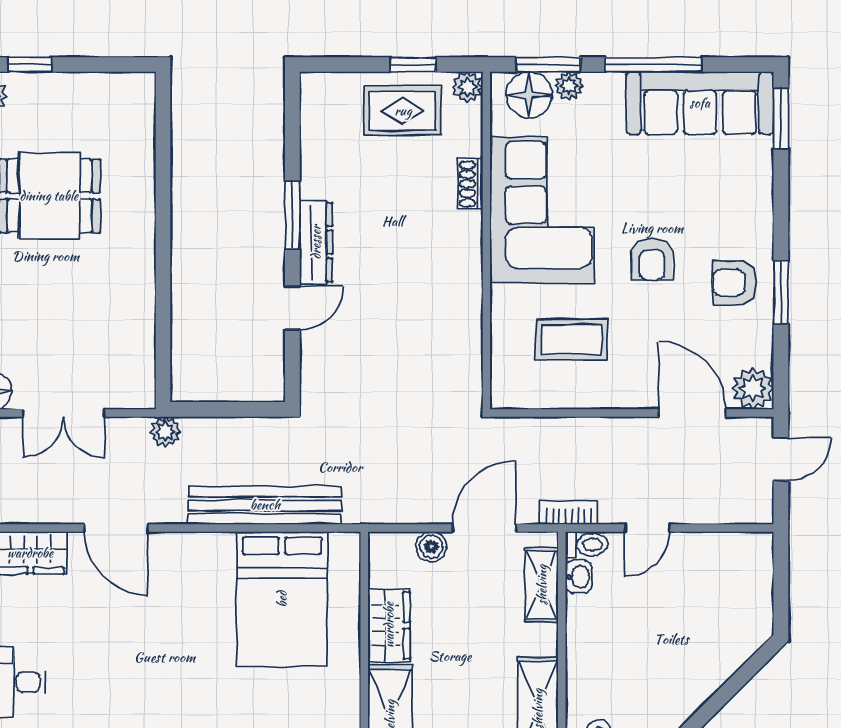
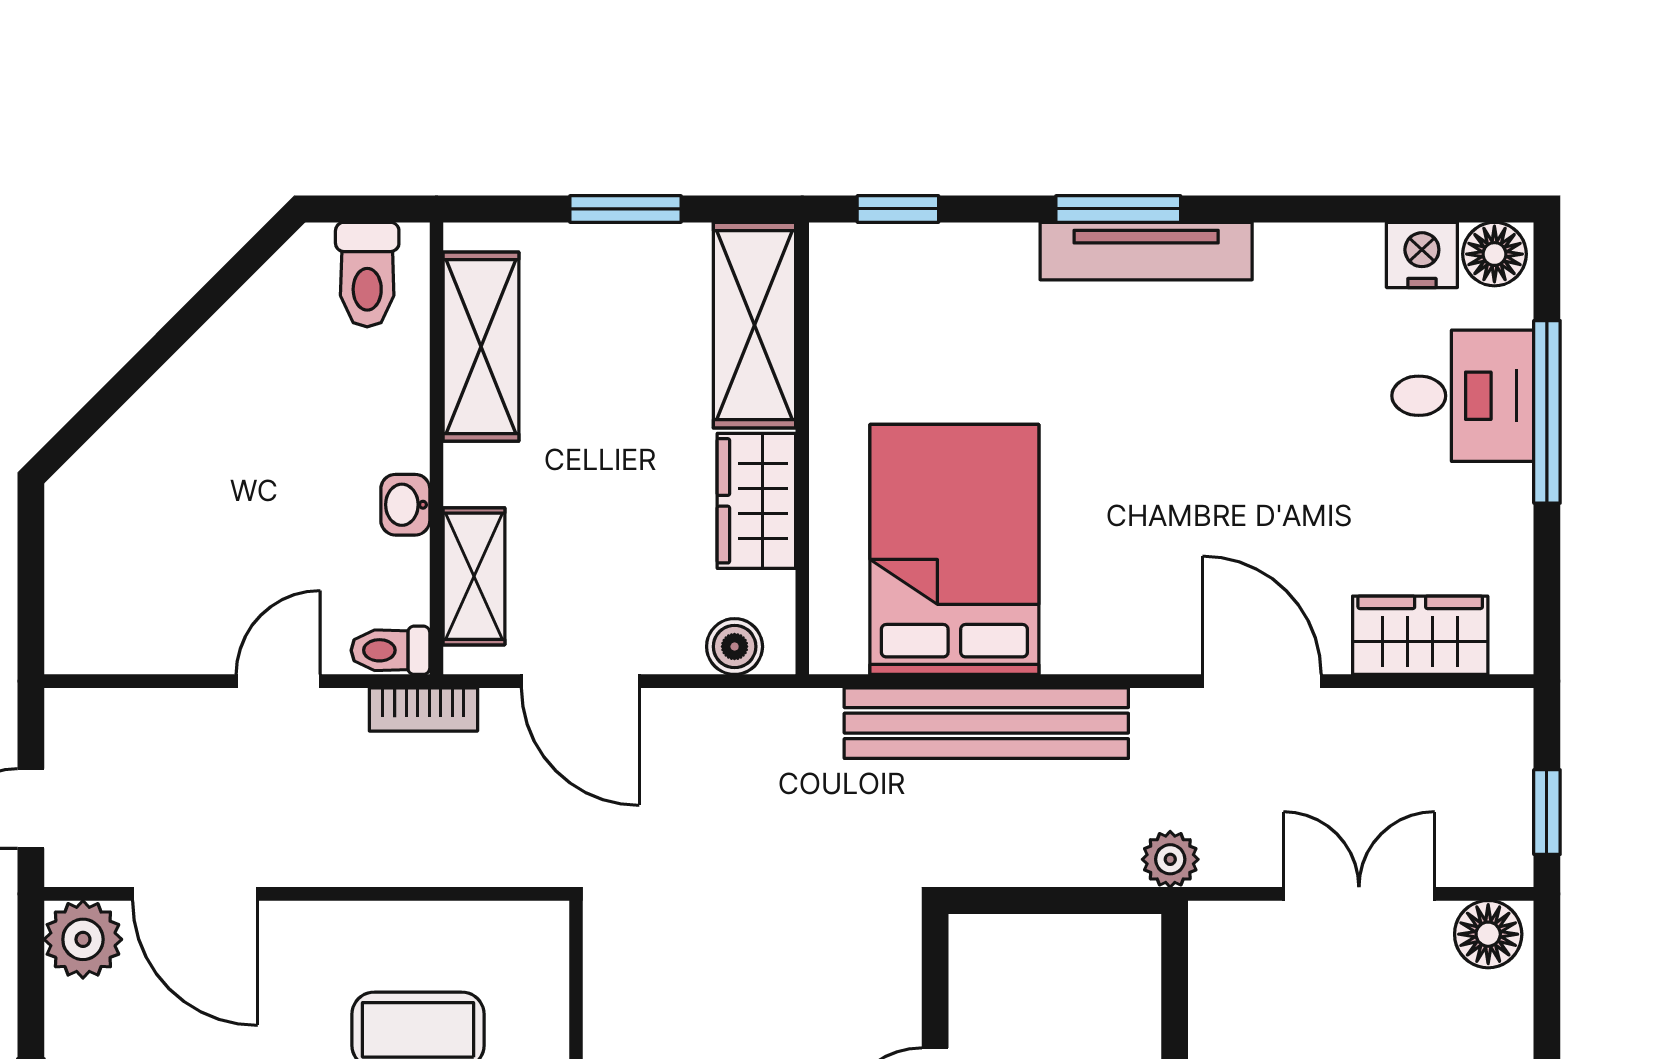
door: (484, 528) -> (580, 681), hinge flipped
boiler: (431, 547) -> (735, 647), moved
washbasin: (579, 577) -> (405, 505), moved

